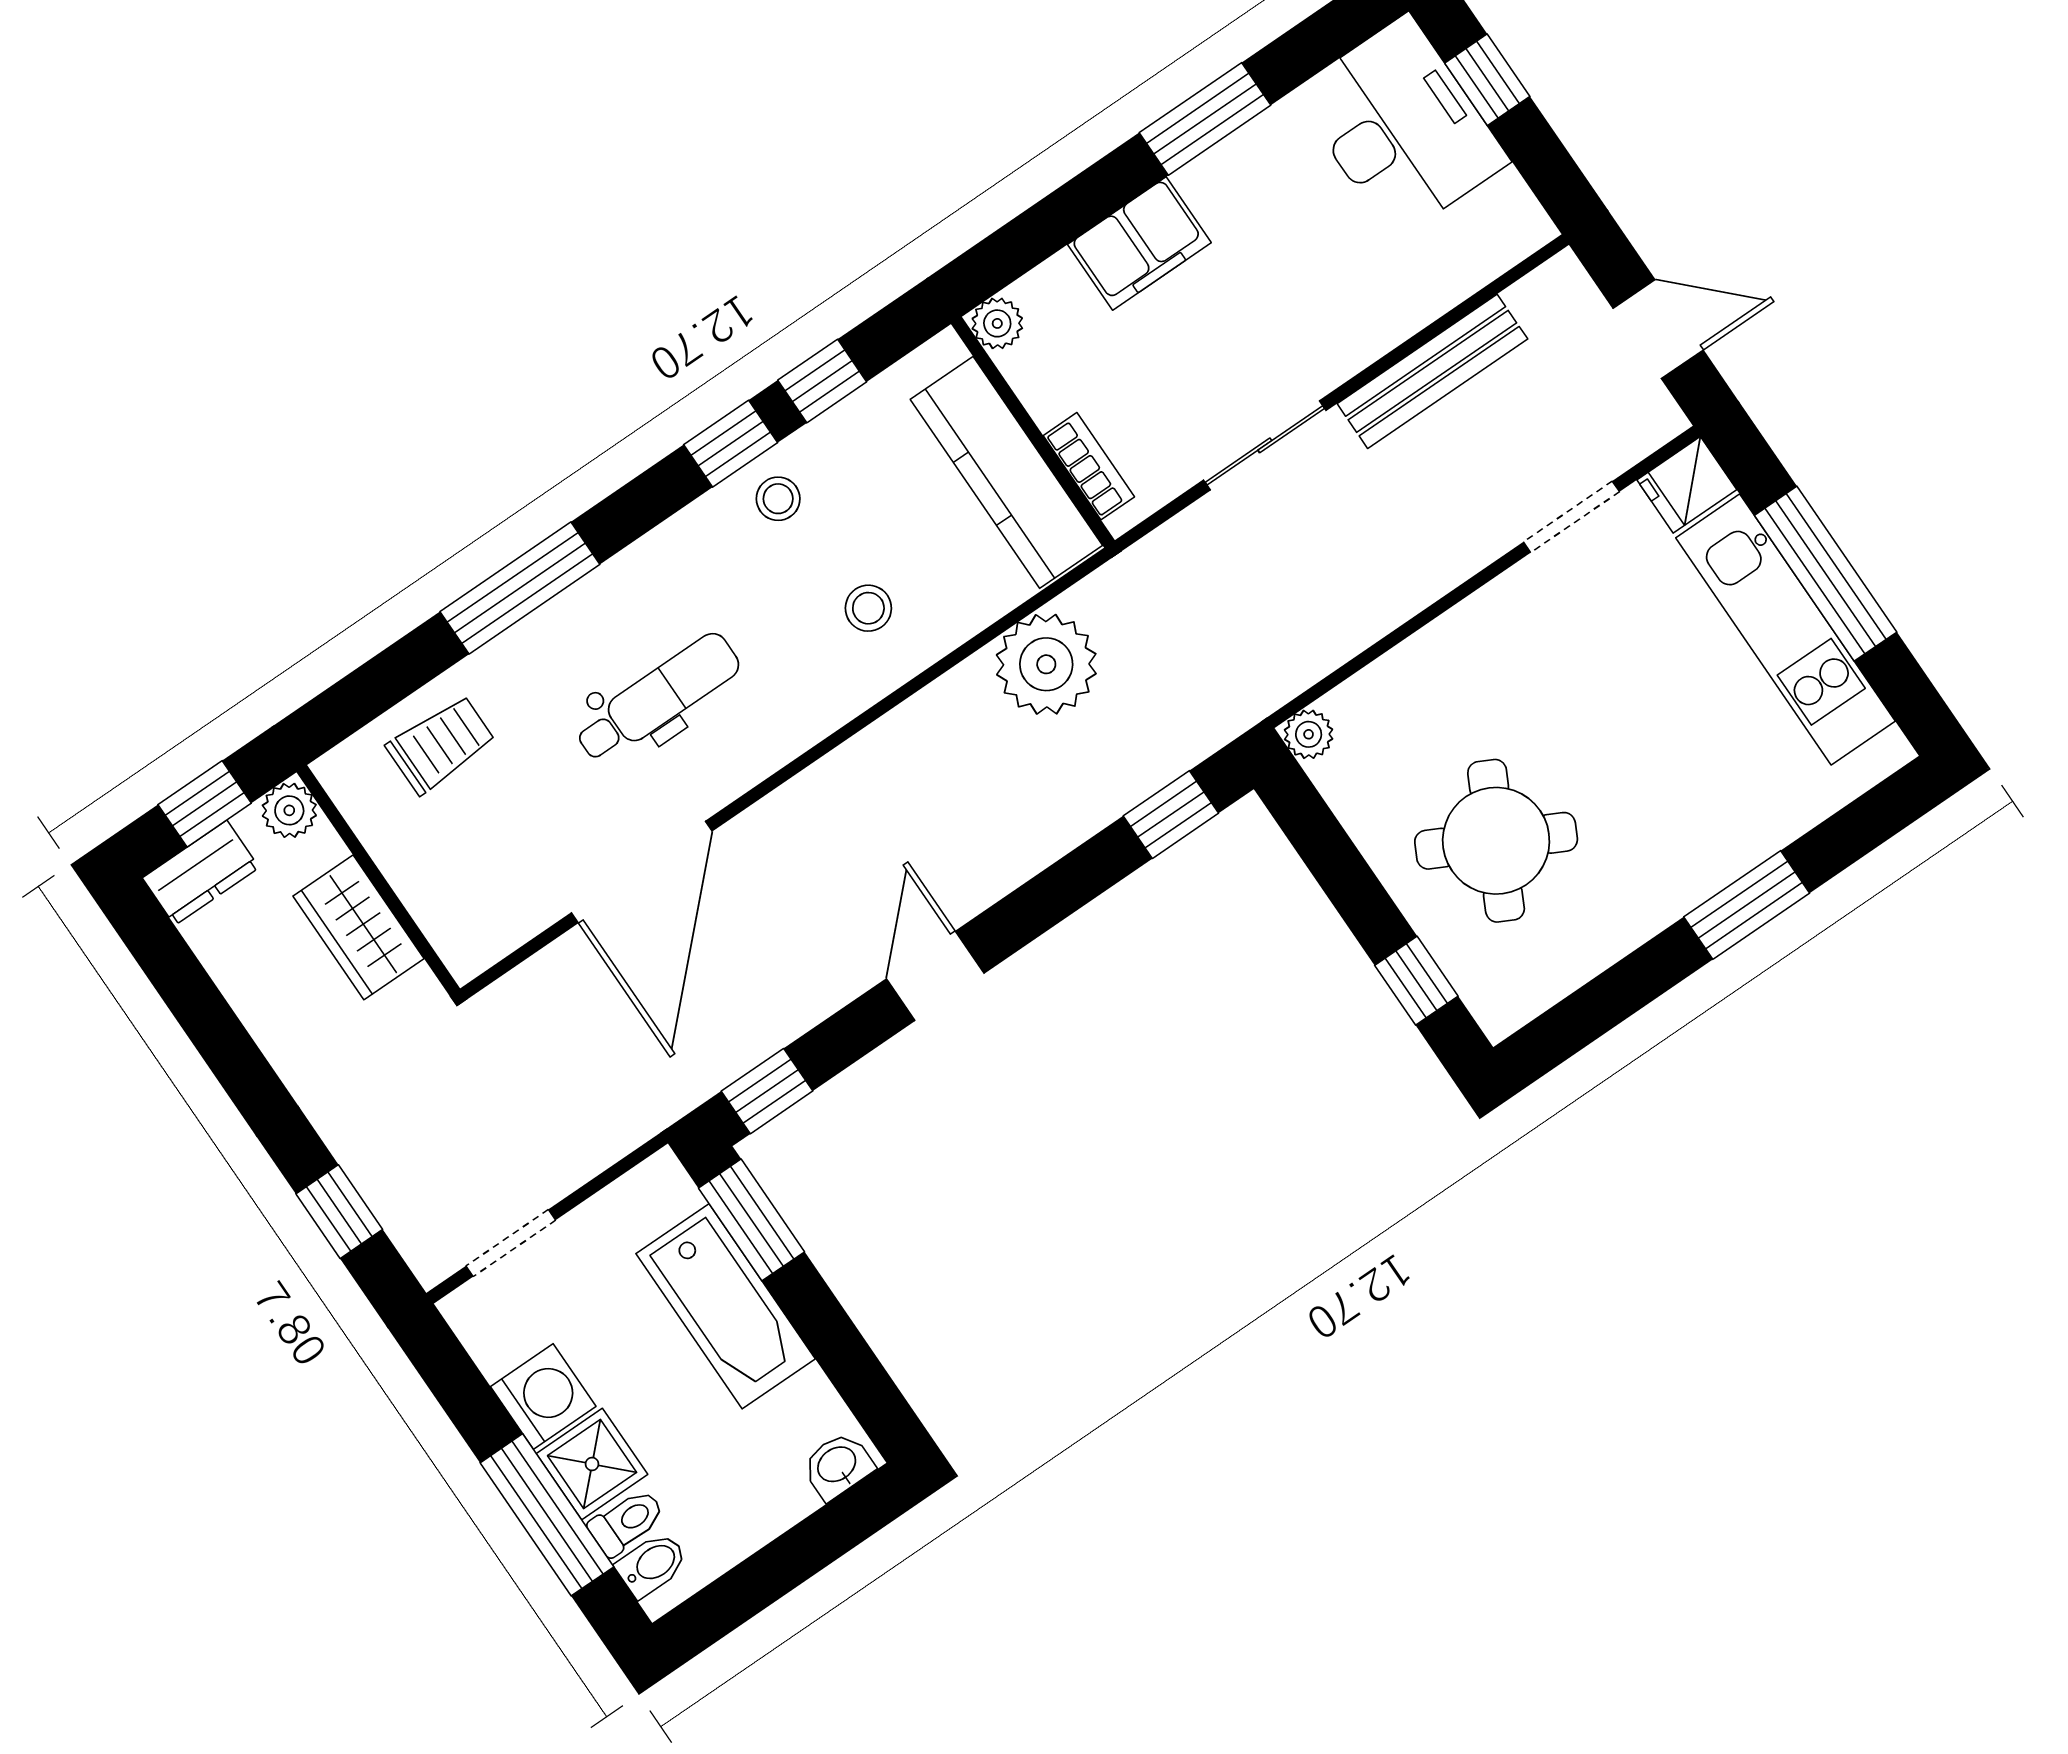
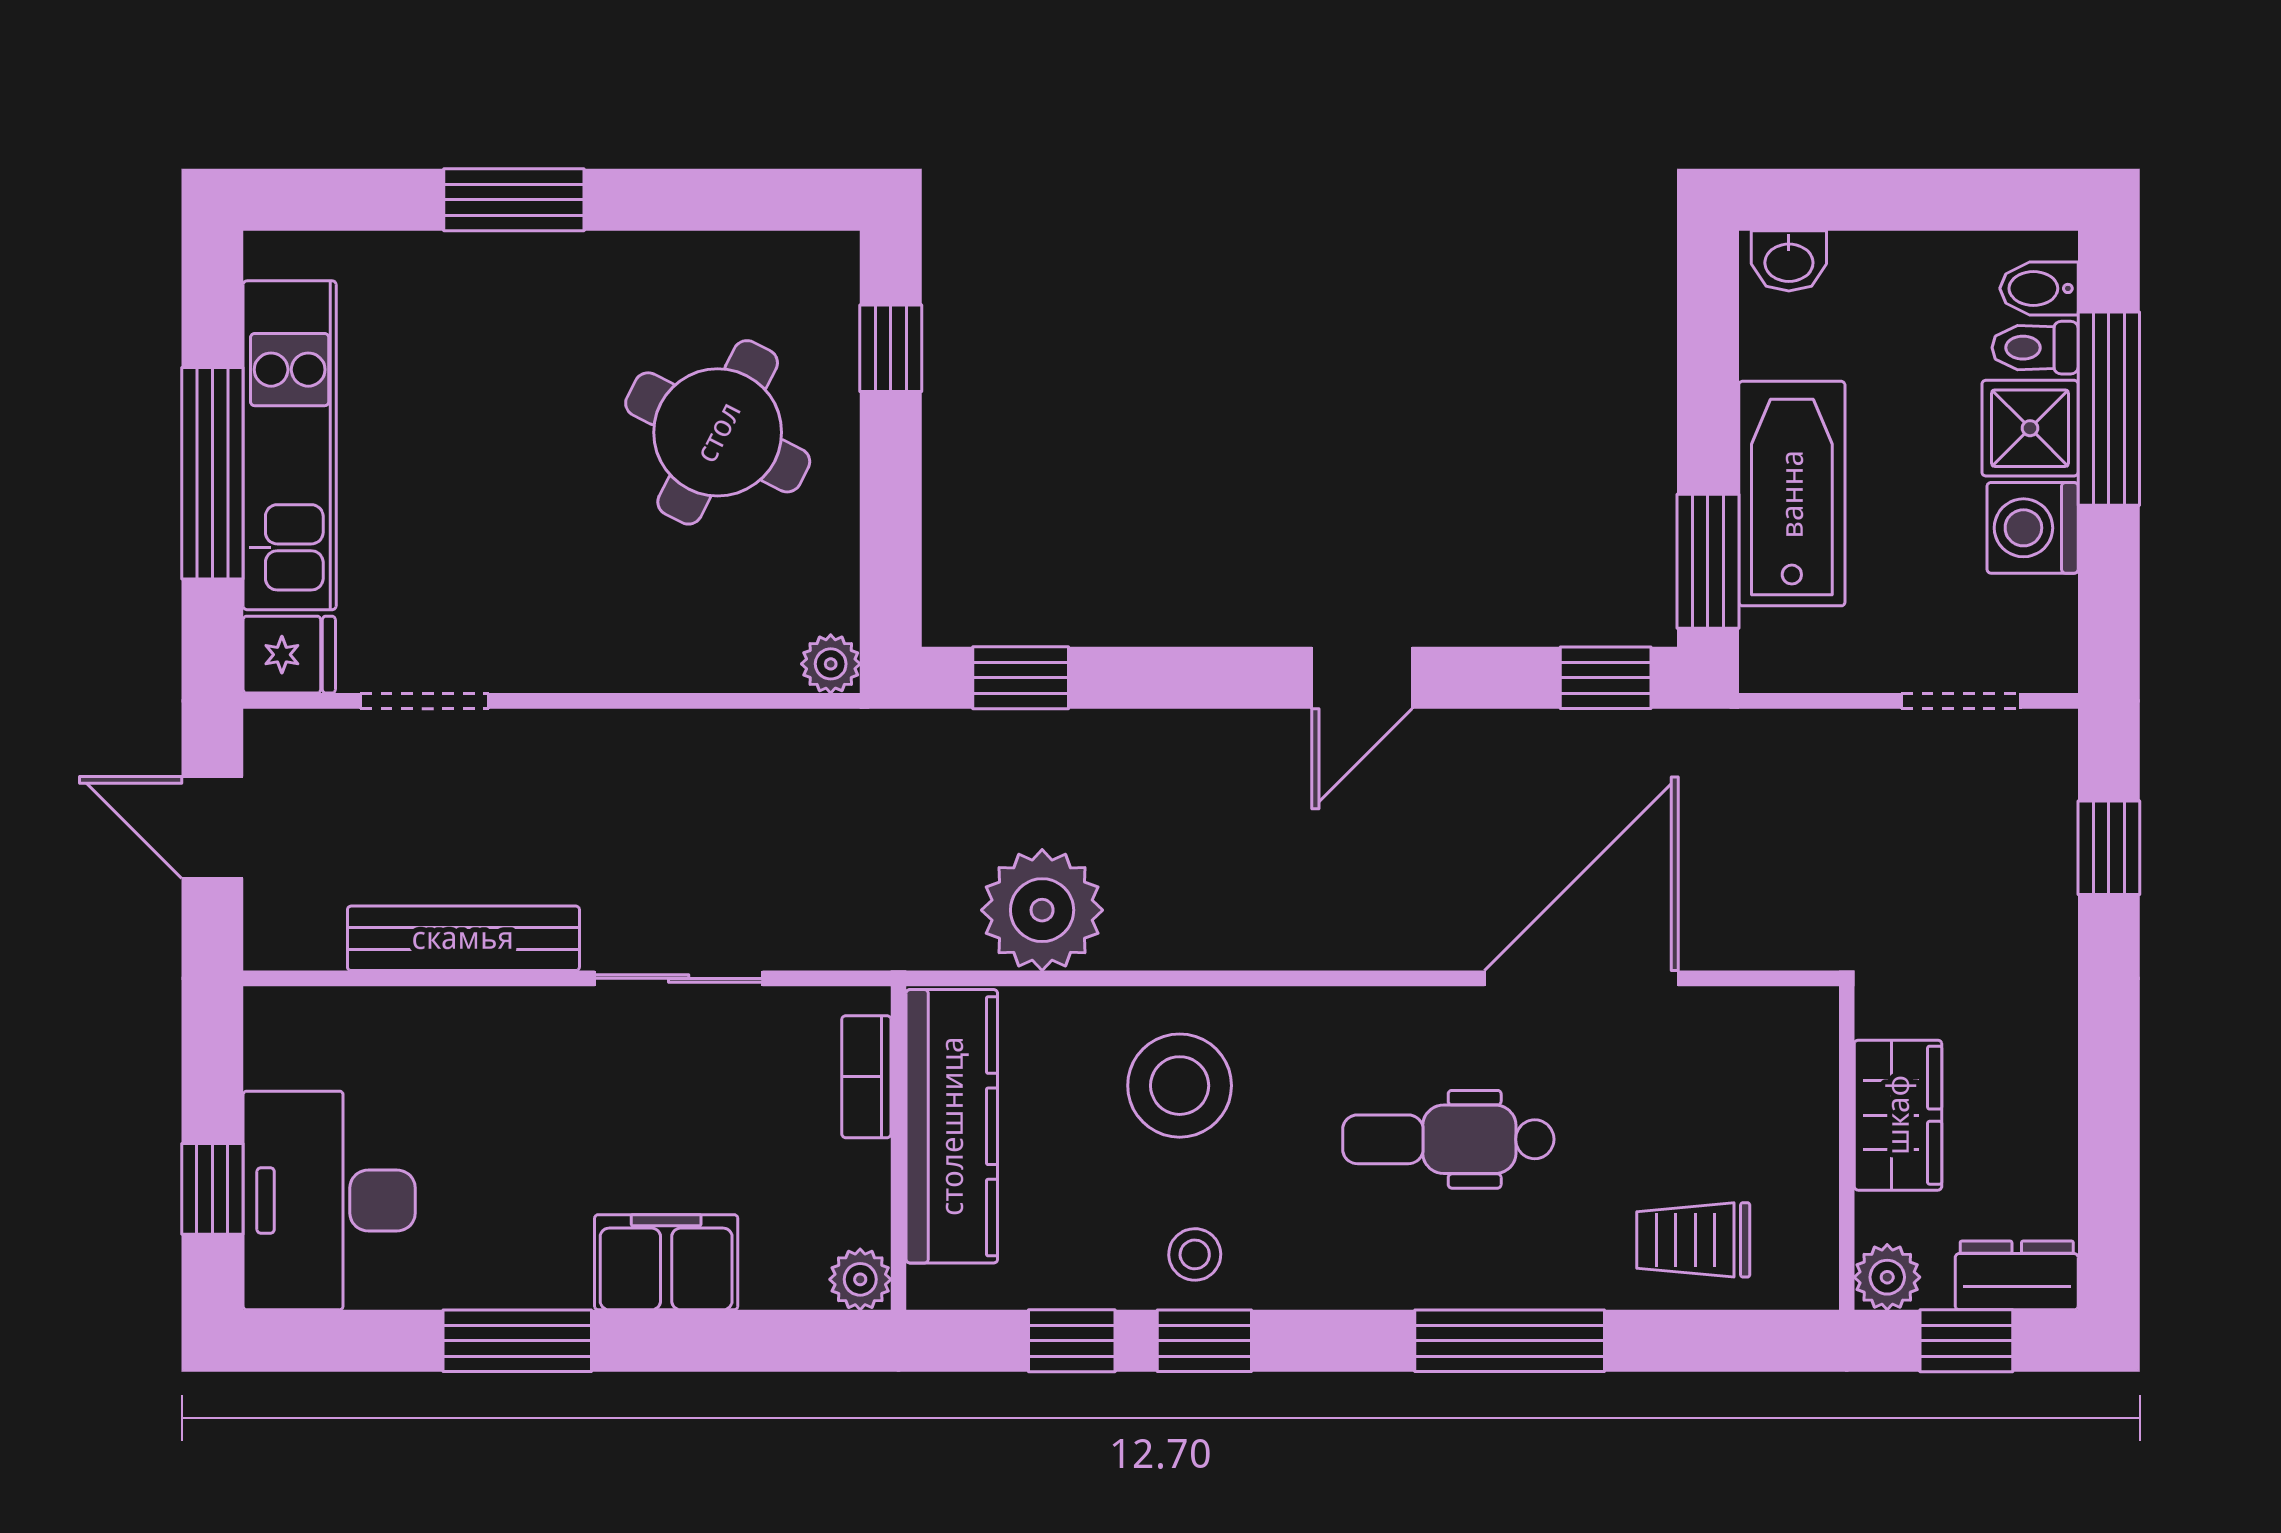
stool: (868, 608) -> (1180, 1086), width x1.89, depth x1.89

